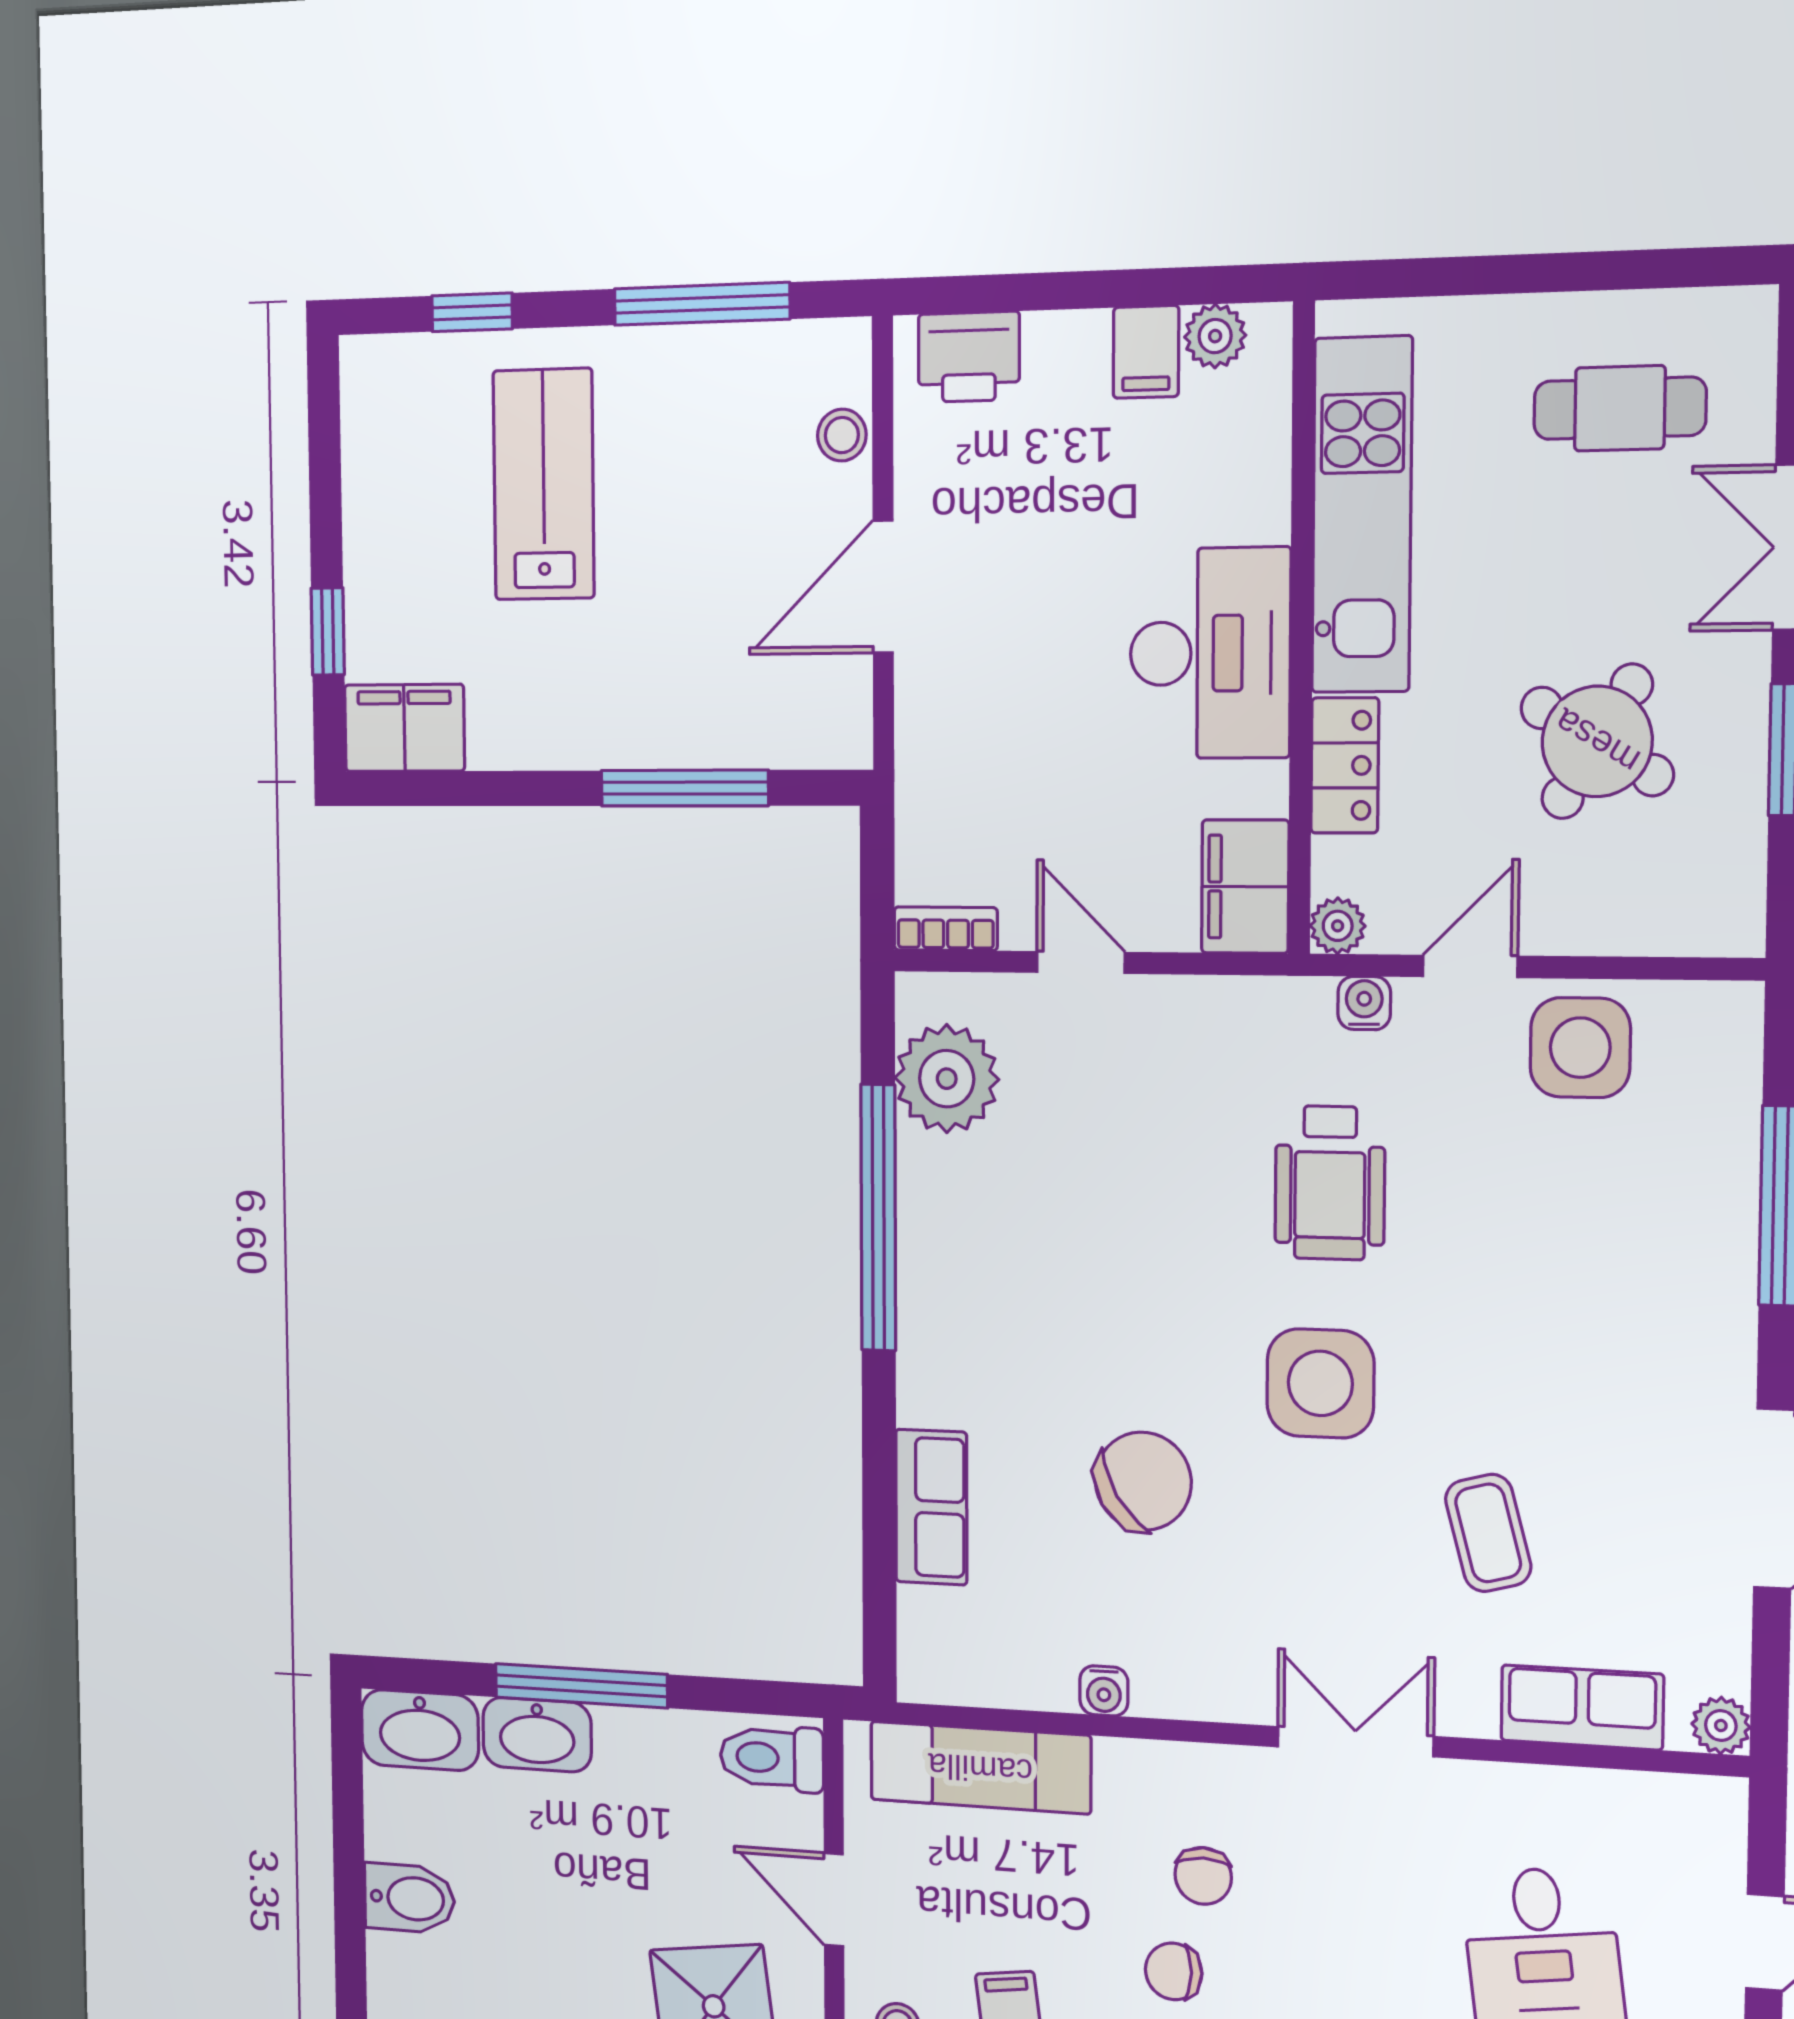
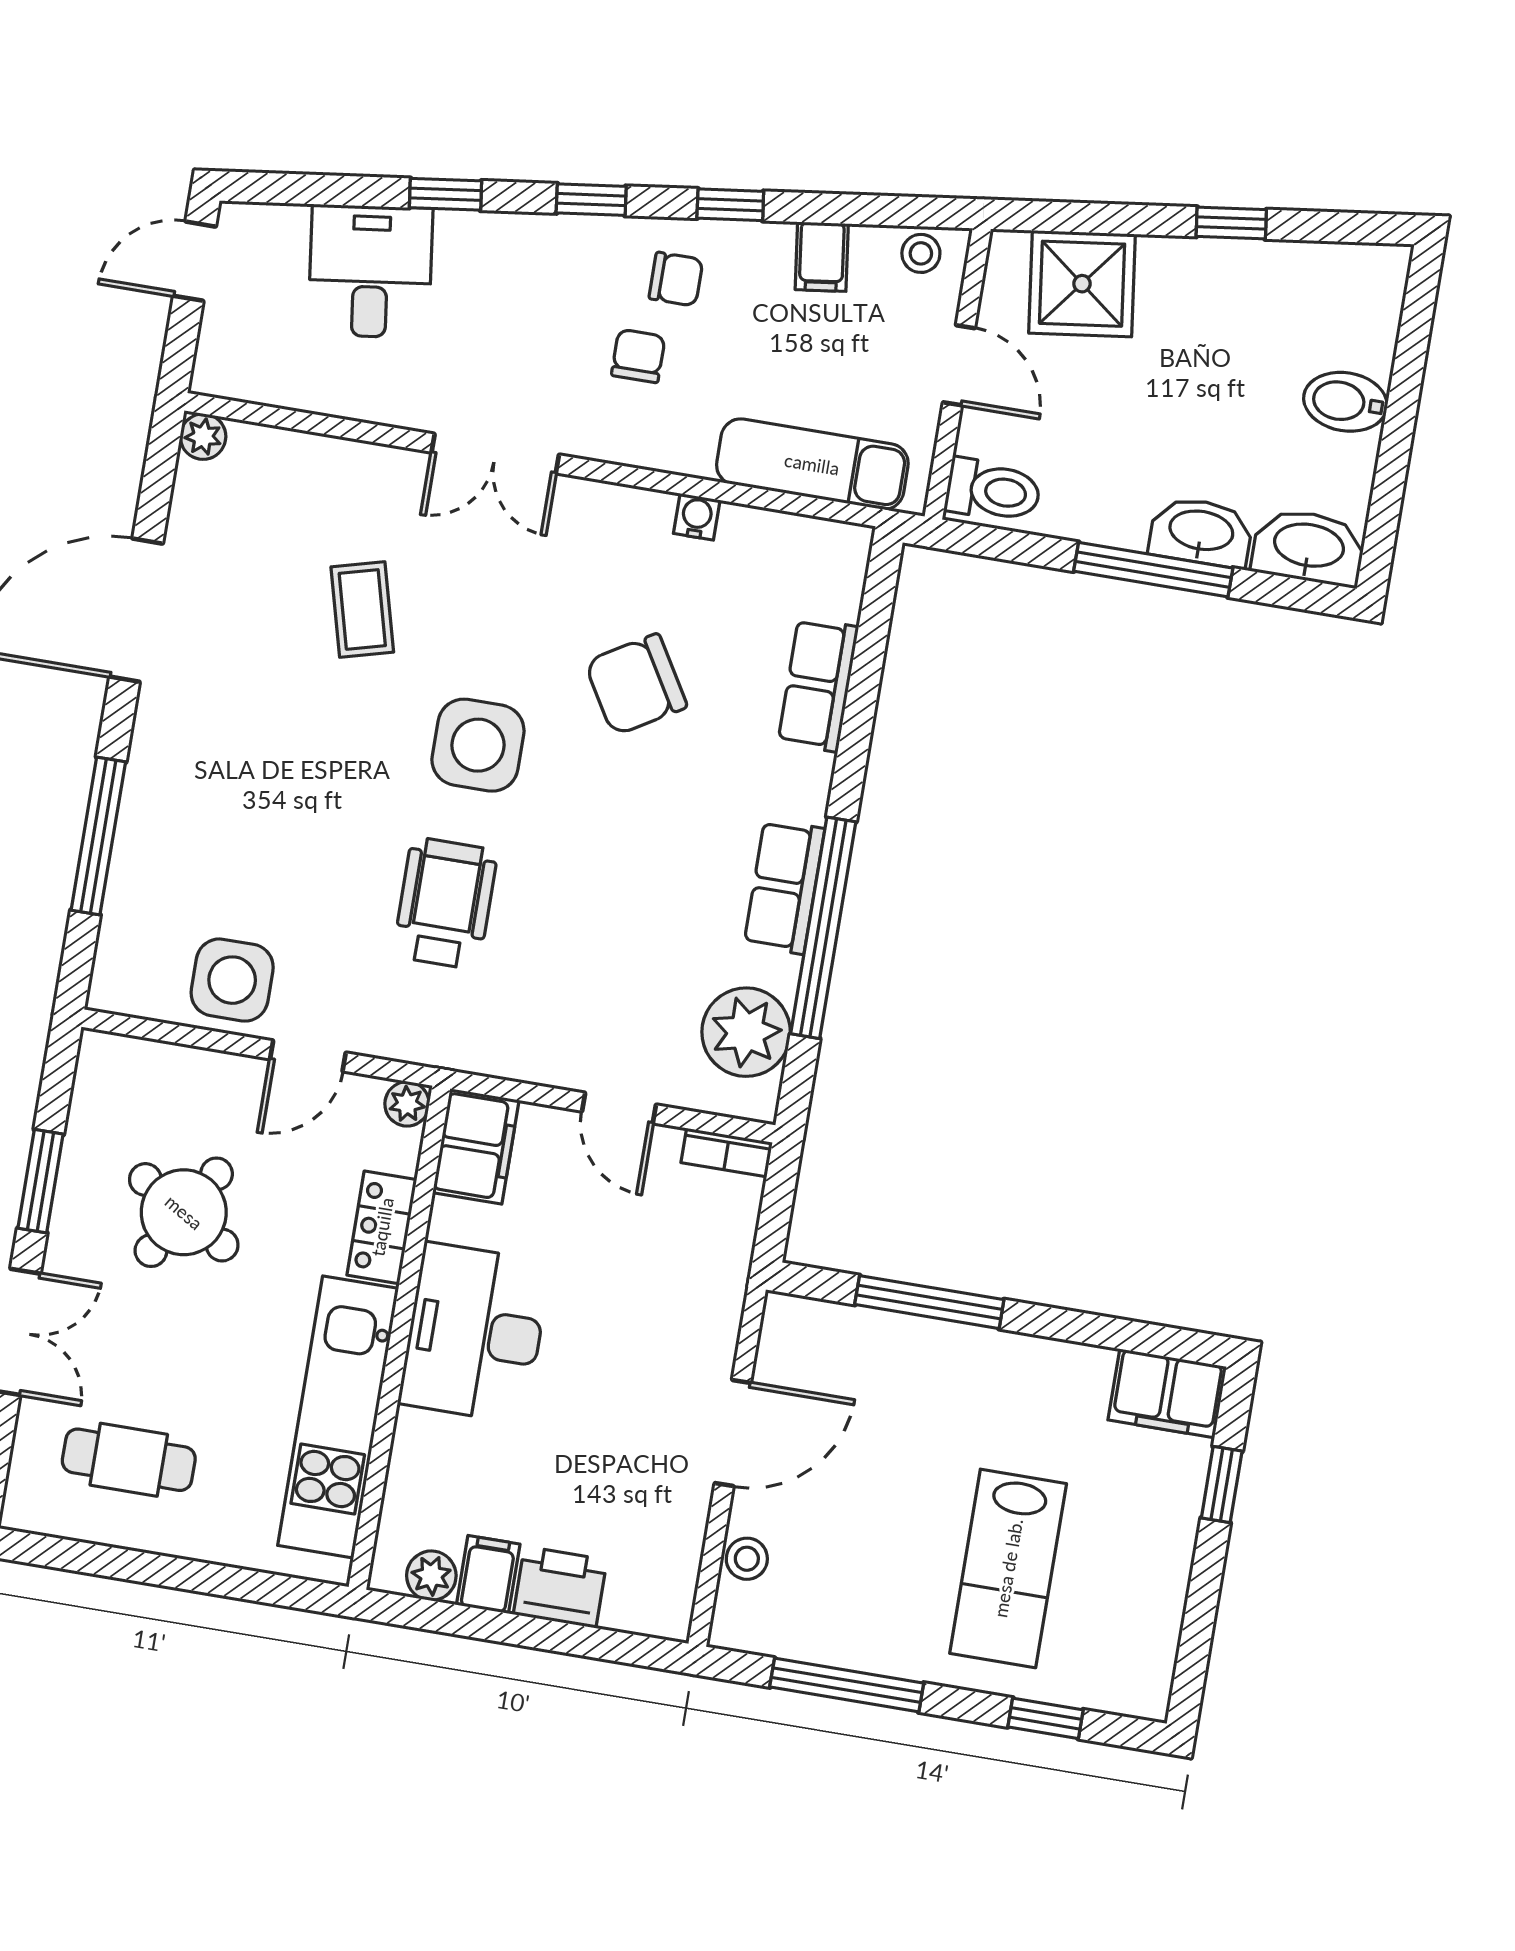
printer: (969, 357) -> (560, 1587), moved
water cooler: (1364, 1003) -> (396, 1040), removed
row of seats: (1582, 1707) -> (784, 887), moved, turned 90

